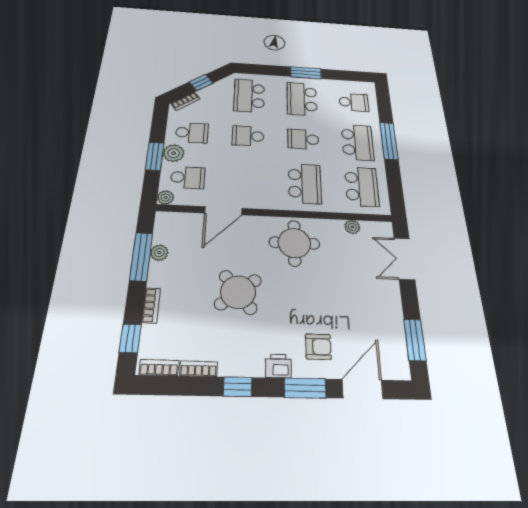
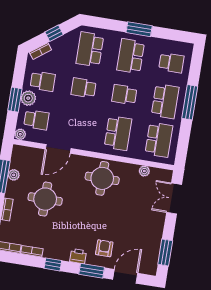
round table: (238, 292) -> (45, 199), moved, turned 38
armchair: (318, 347) -> (104, 248), turned -90

